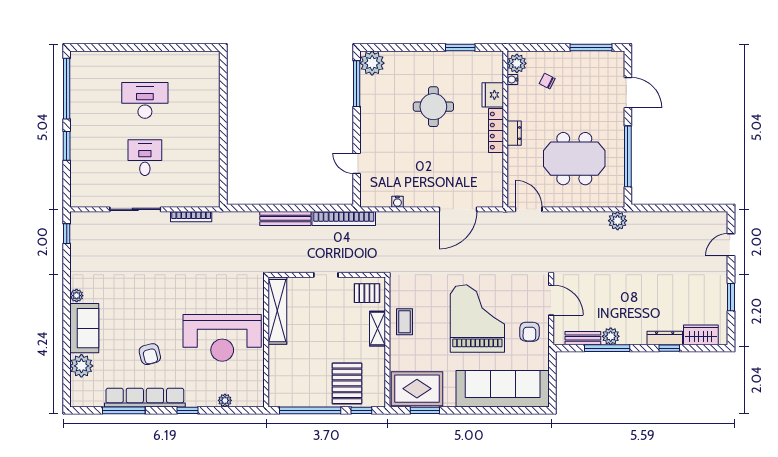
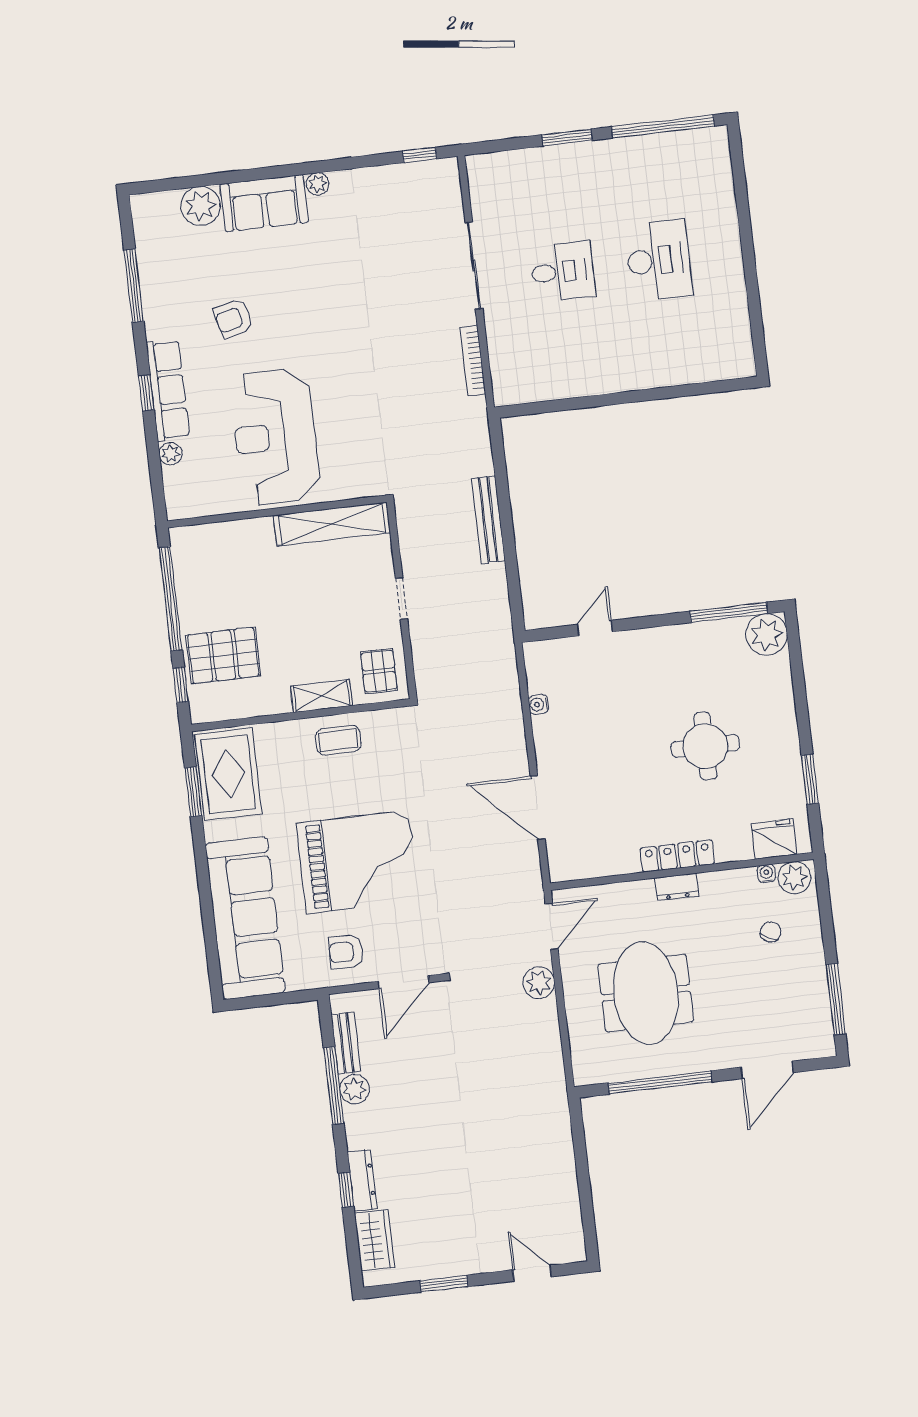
fridge: (493, 95) -> (774, 839), moved
bookcase: (344, 218) -> (500, 618), removed
plant: (618, 221) -> (539, 983), moved
row of seats: (145, 398) -> (168, 390), moved, width x0.73

